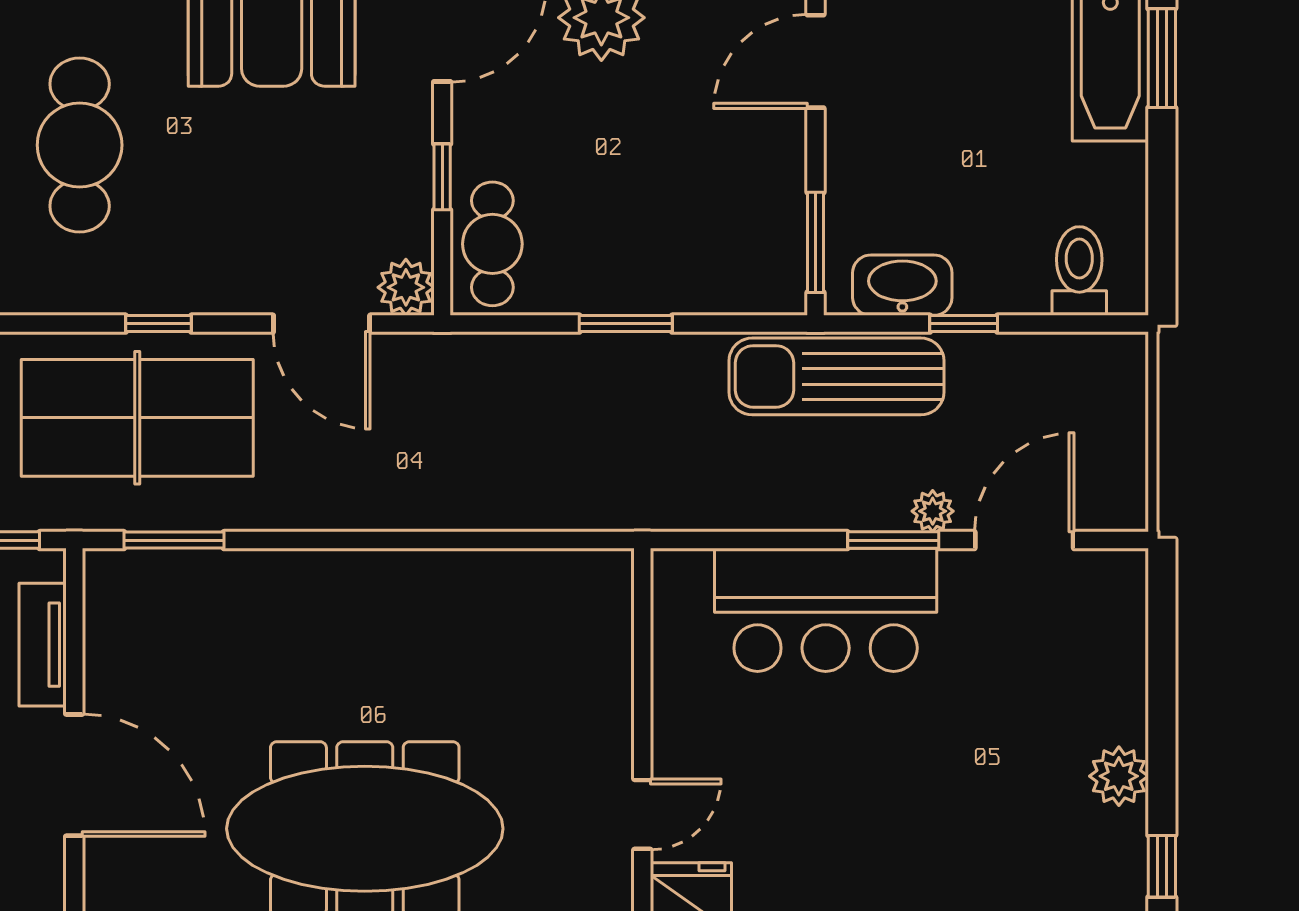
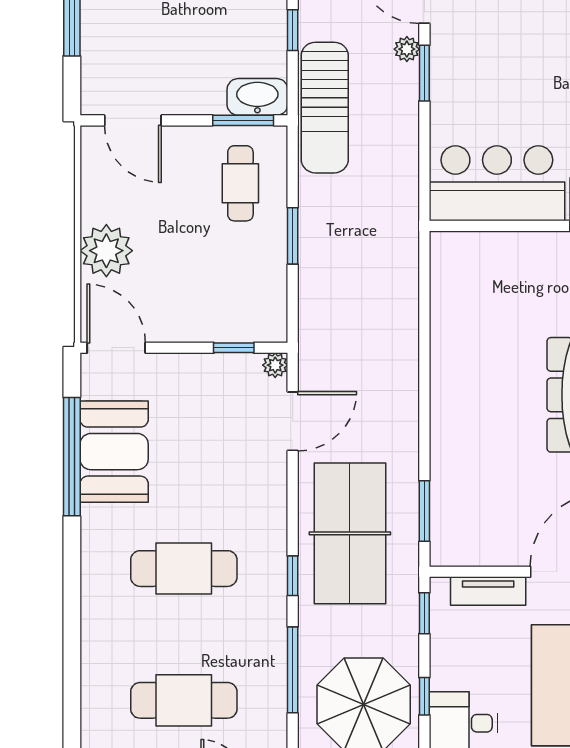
window: (442, 177) -> (234, 348), moved
cafe table: (492, 244) -> (240, 183), moved, turned 90
washbasin: (902, 285) -> (257, 97), moved, turned 90
plant: (406, 287) -> (275, 365), width x0.73, depth x0.73
window: (158, 324) -> (293, 576), moved
bar counter: (826, 610) -> (497, 183), moved, turned -90

